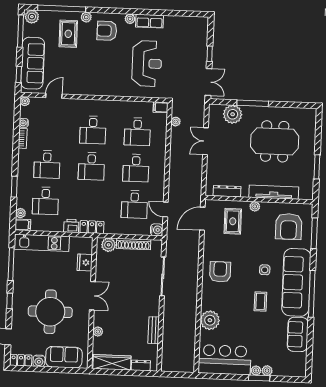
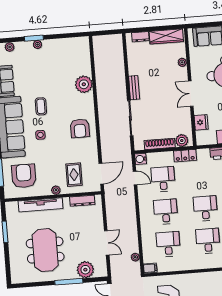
meeting table: (275, 141) -> (45, 250), turned 90
locker: (92, 227) -> (185, 156), moved
bench: (154, 330) -> (134, 88), moved
bar counter: (225, 360) -> (66, 51), removed
plant: (267, 371) -> (10, 47), moved

